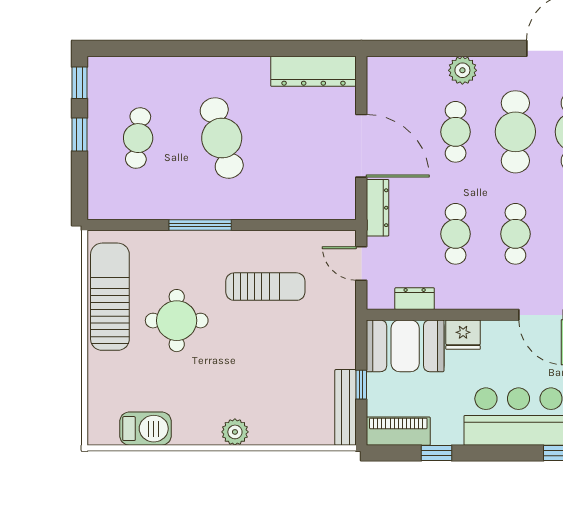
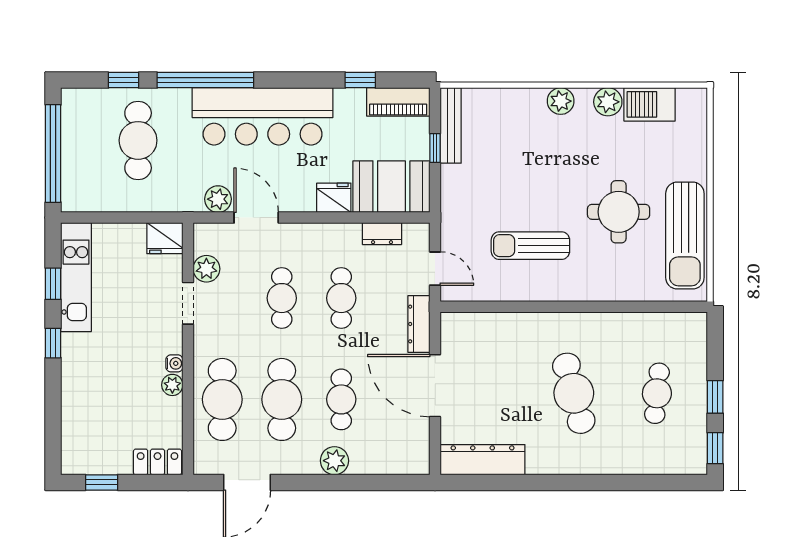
window: (200, 225) -> (595, 307), removed
plant: (187, 431) -> (608, 102), added

